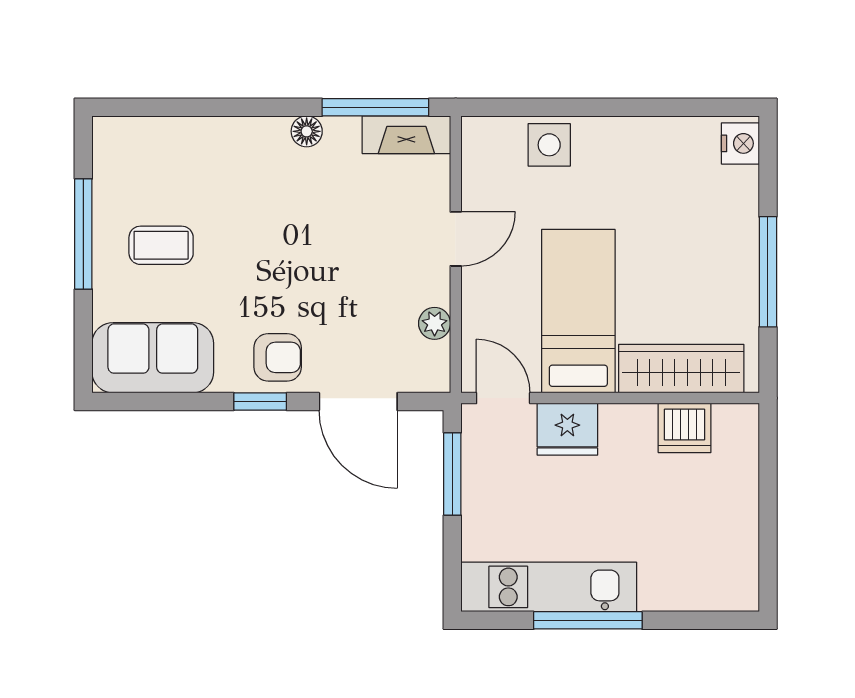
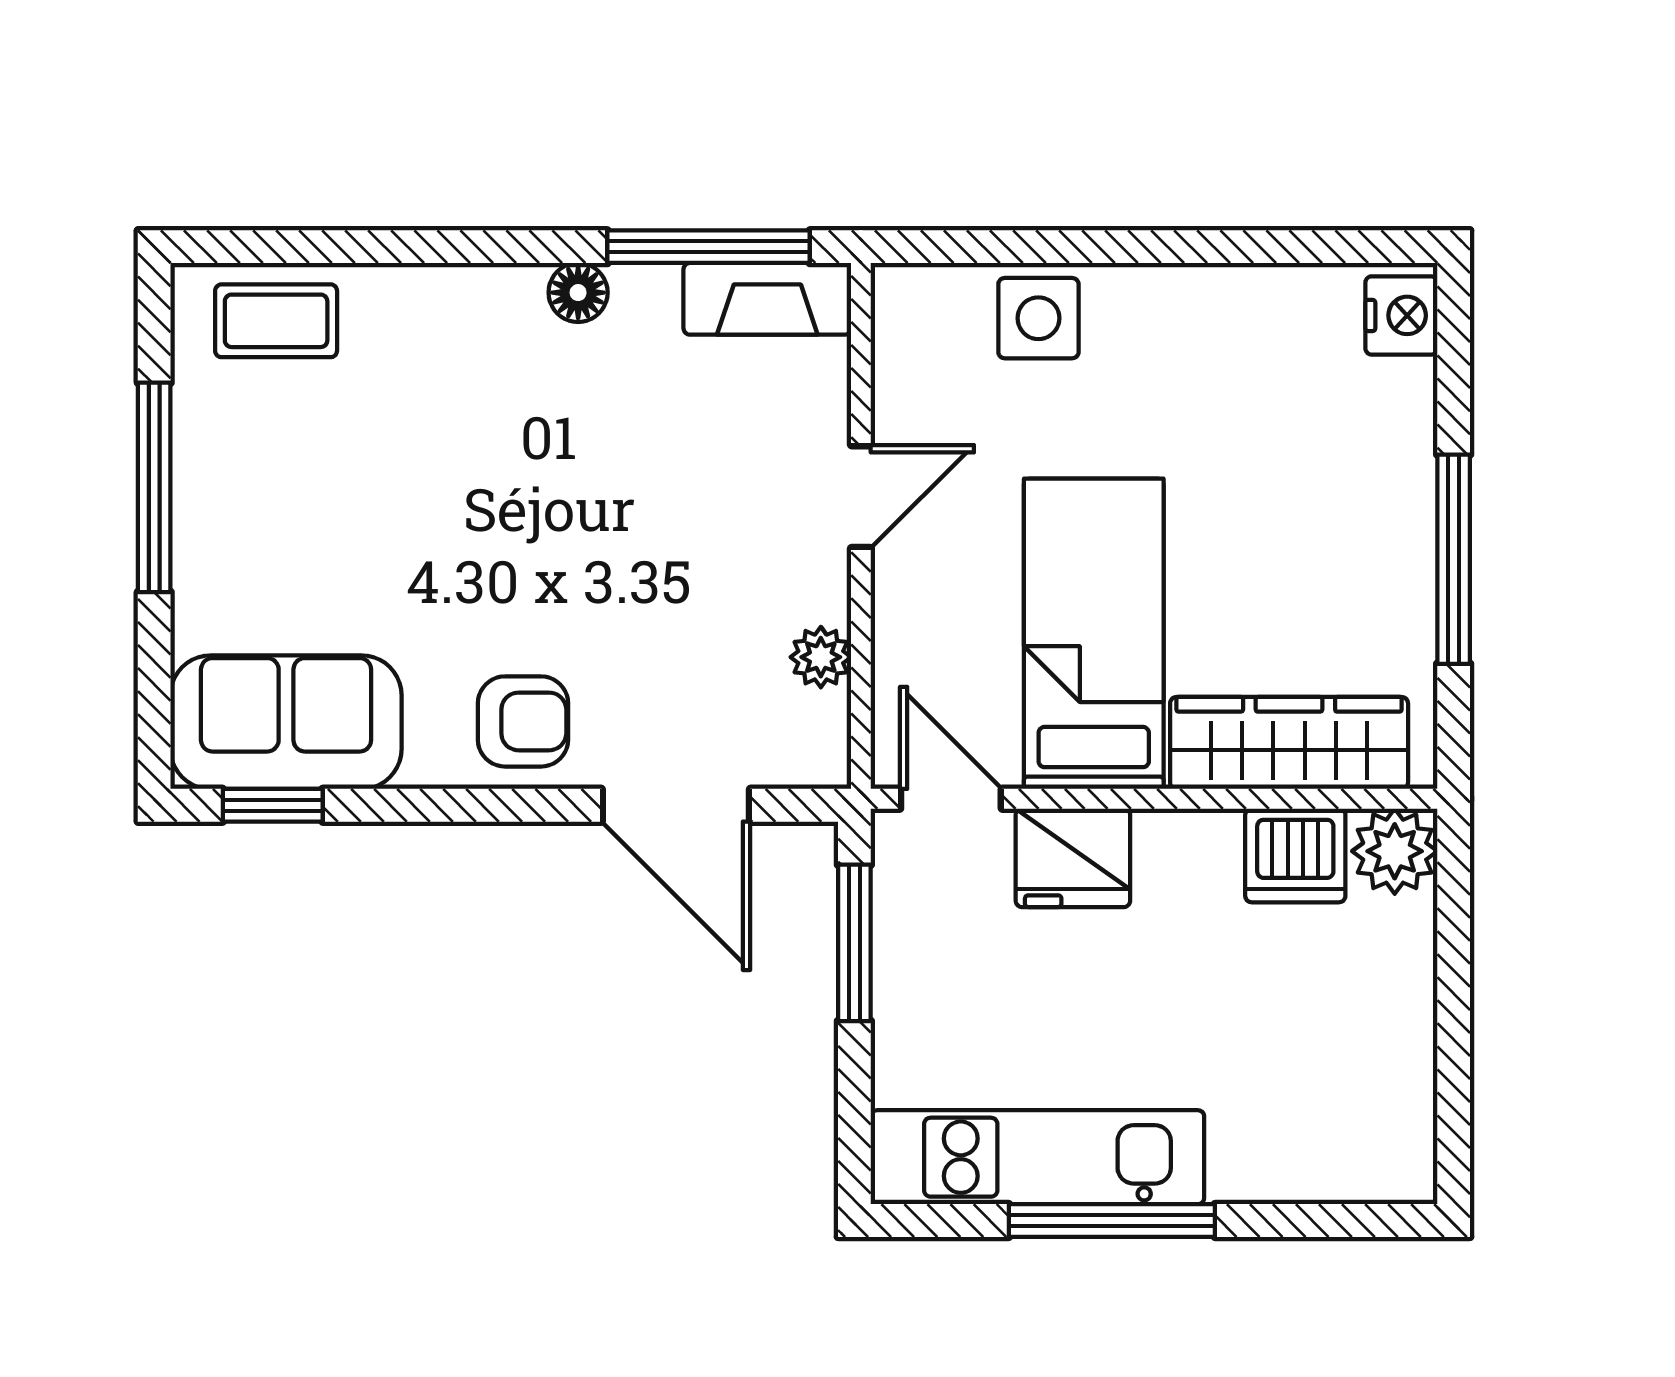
coffee table: (161, 245) -> (276, 321), moved
window: (260, 401) -> (273, 805), moved
plant: (737, 426) -> (1395, 851), added

